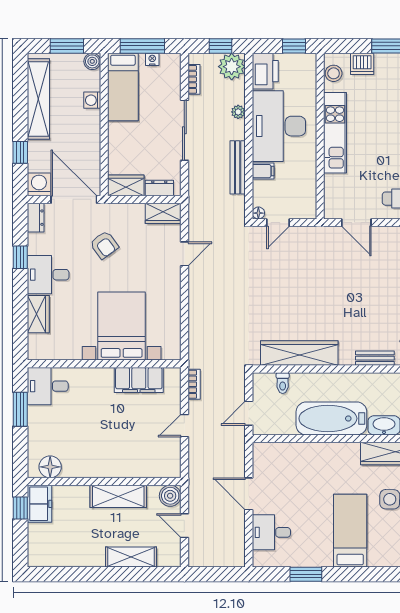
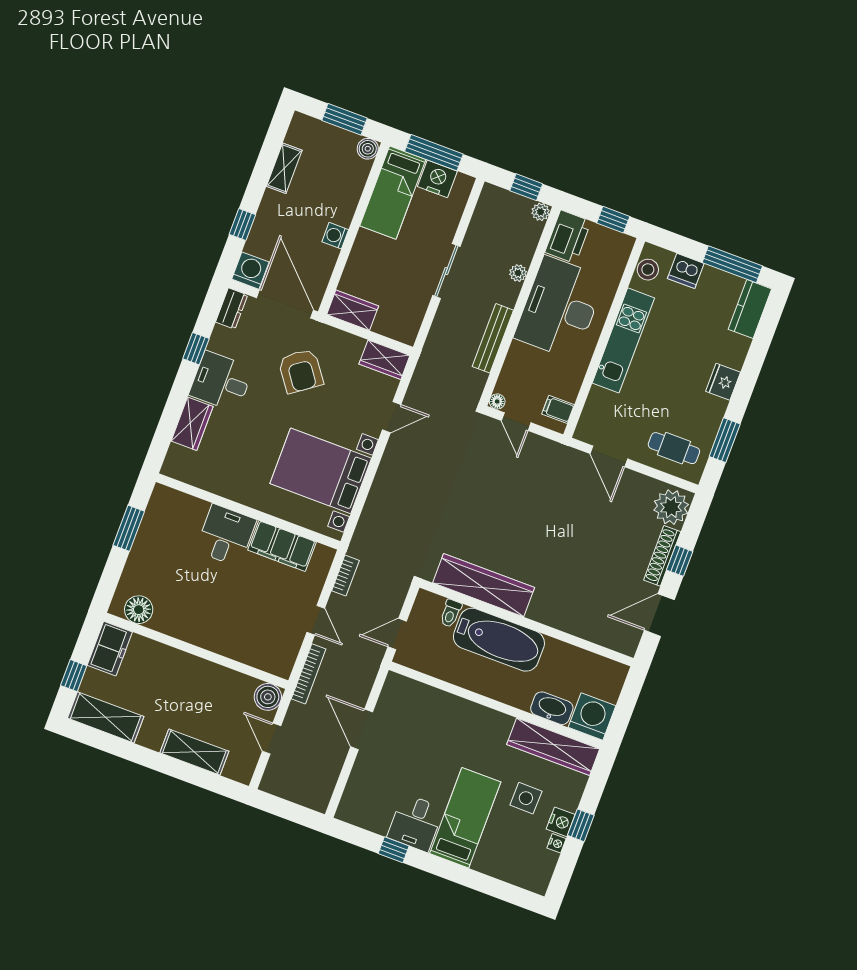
nightstand: (152, 59) -> (437, 179), width x1.89, depth x1.79
plant: (232, 67) -> (541, 212), width x0.53, depth x0.53
bookcase: (194, 79) -> (309, 674), moved, width x1.56
shelving: (38, 99) -> (284, 168), width x0.45, depth x0.75
washing machine: (92, 100) -> (335, 236), moved
sliding door: (184, 130) -> (446, 271), width x0.73
filing cabinet: (263, 171) -> (558, 409), moved, turned 180
dresser: (159, 188) -> (391, 328), removed
door: (278, 223) -> (516, 422), hinge flipped
armchair: (104, 245) -> (301, 371), width x1.38, depth x1.38
bed with nightstands: (122, 326) -> (321, 471), moved, turned -90
bench: (375, 358) -> (571, 625), removed
desk: (48, 386) -> (226, 535), moved, turned 90
bathtub: (331, 418) -> (499, 640), moved, turned 180
door: (184, 426) -> (316, 620), swing flipped
shelving: (118, 496) -> (106, 717), moved
window: (20, 508) -> (74, 676), moved
desk: (271, 532) -> (416, 823), moved, turned -90
window: (306, 574) -> (394, 850), width x0.67

